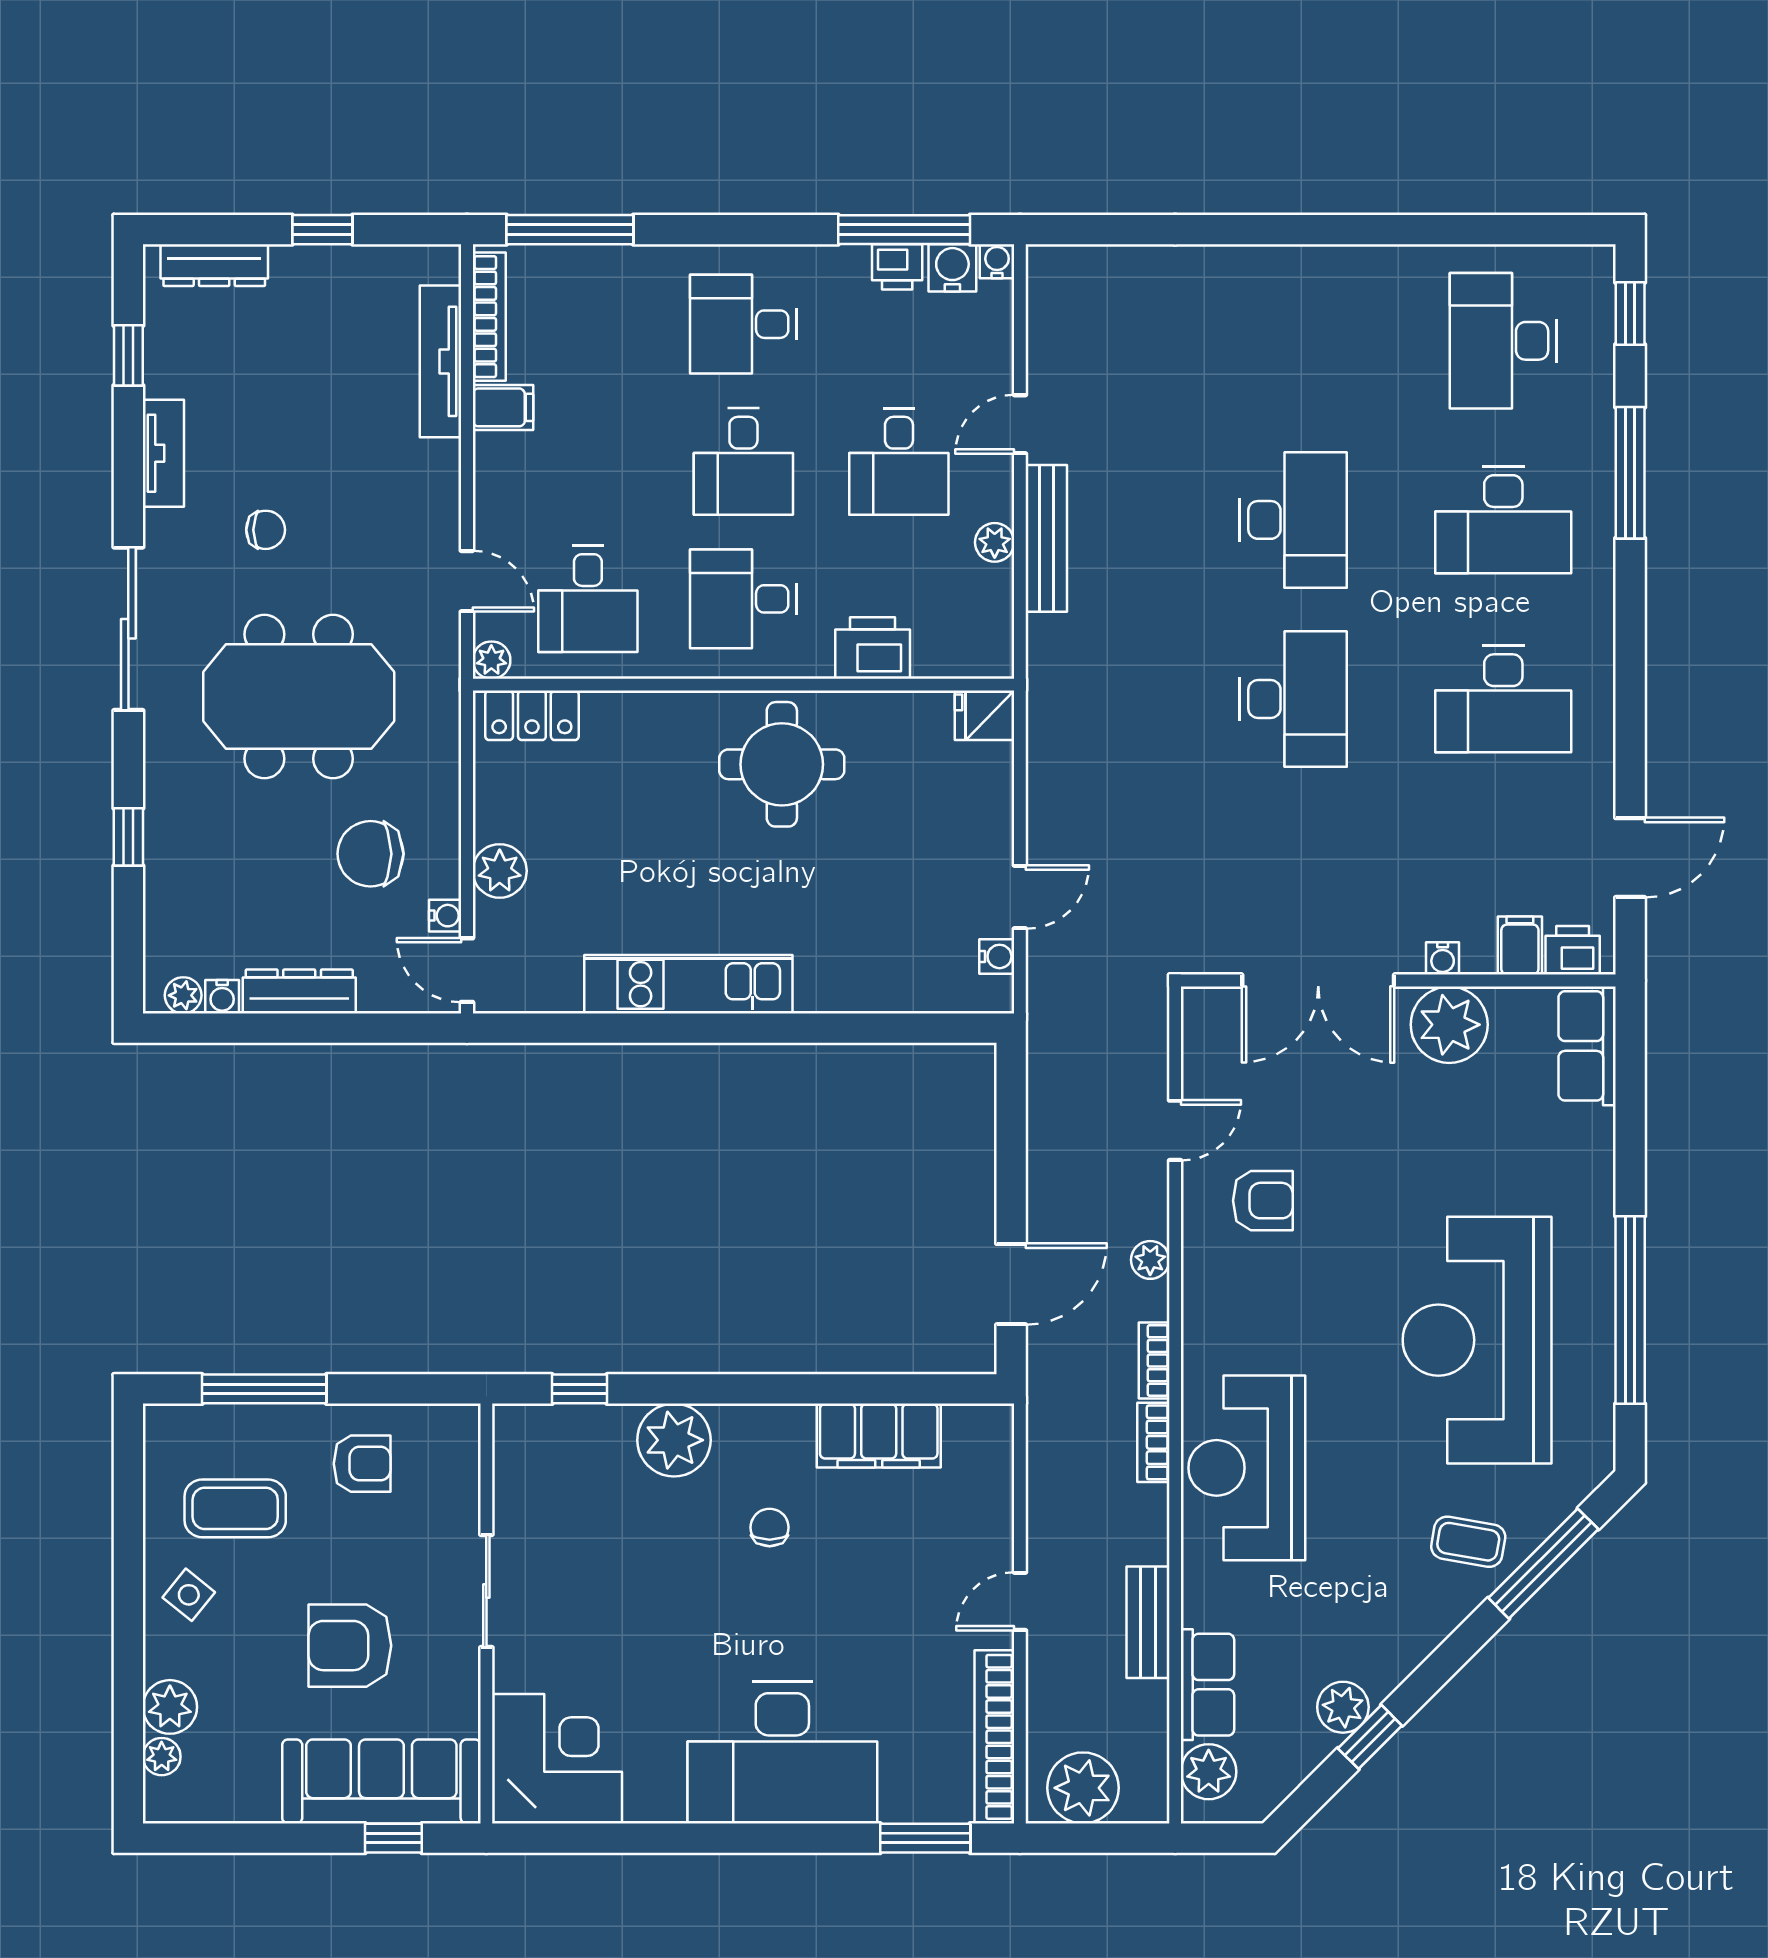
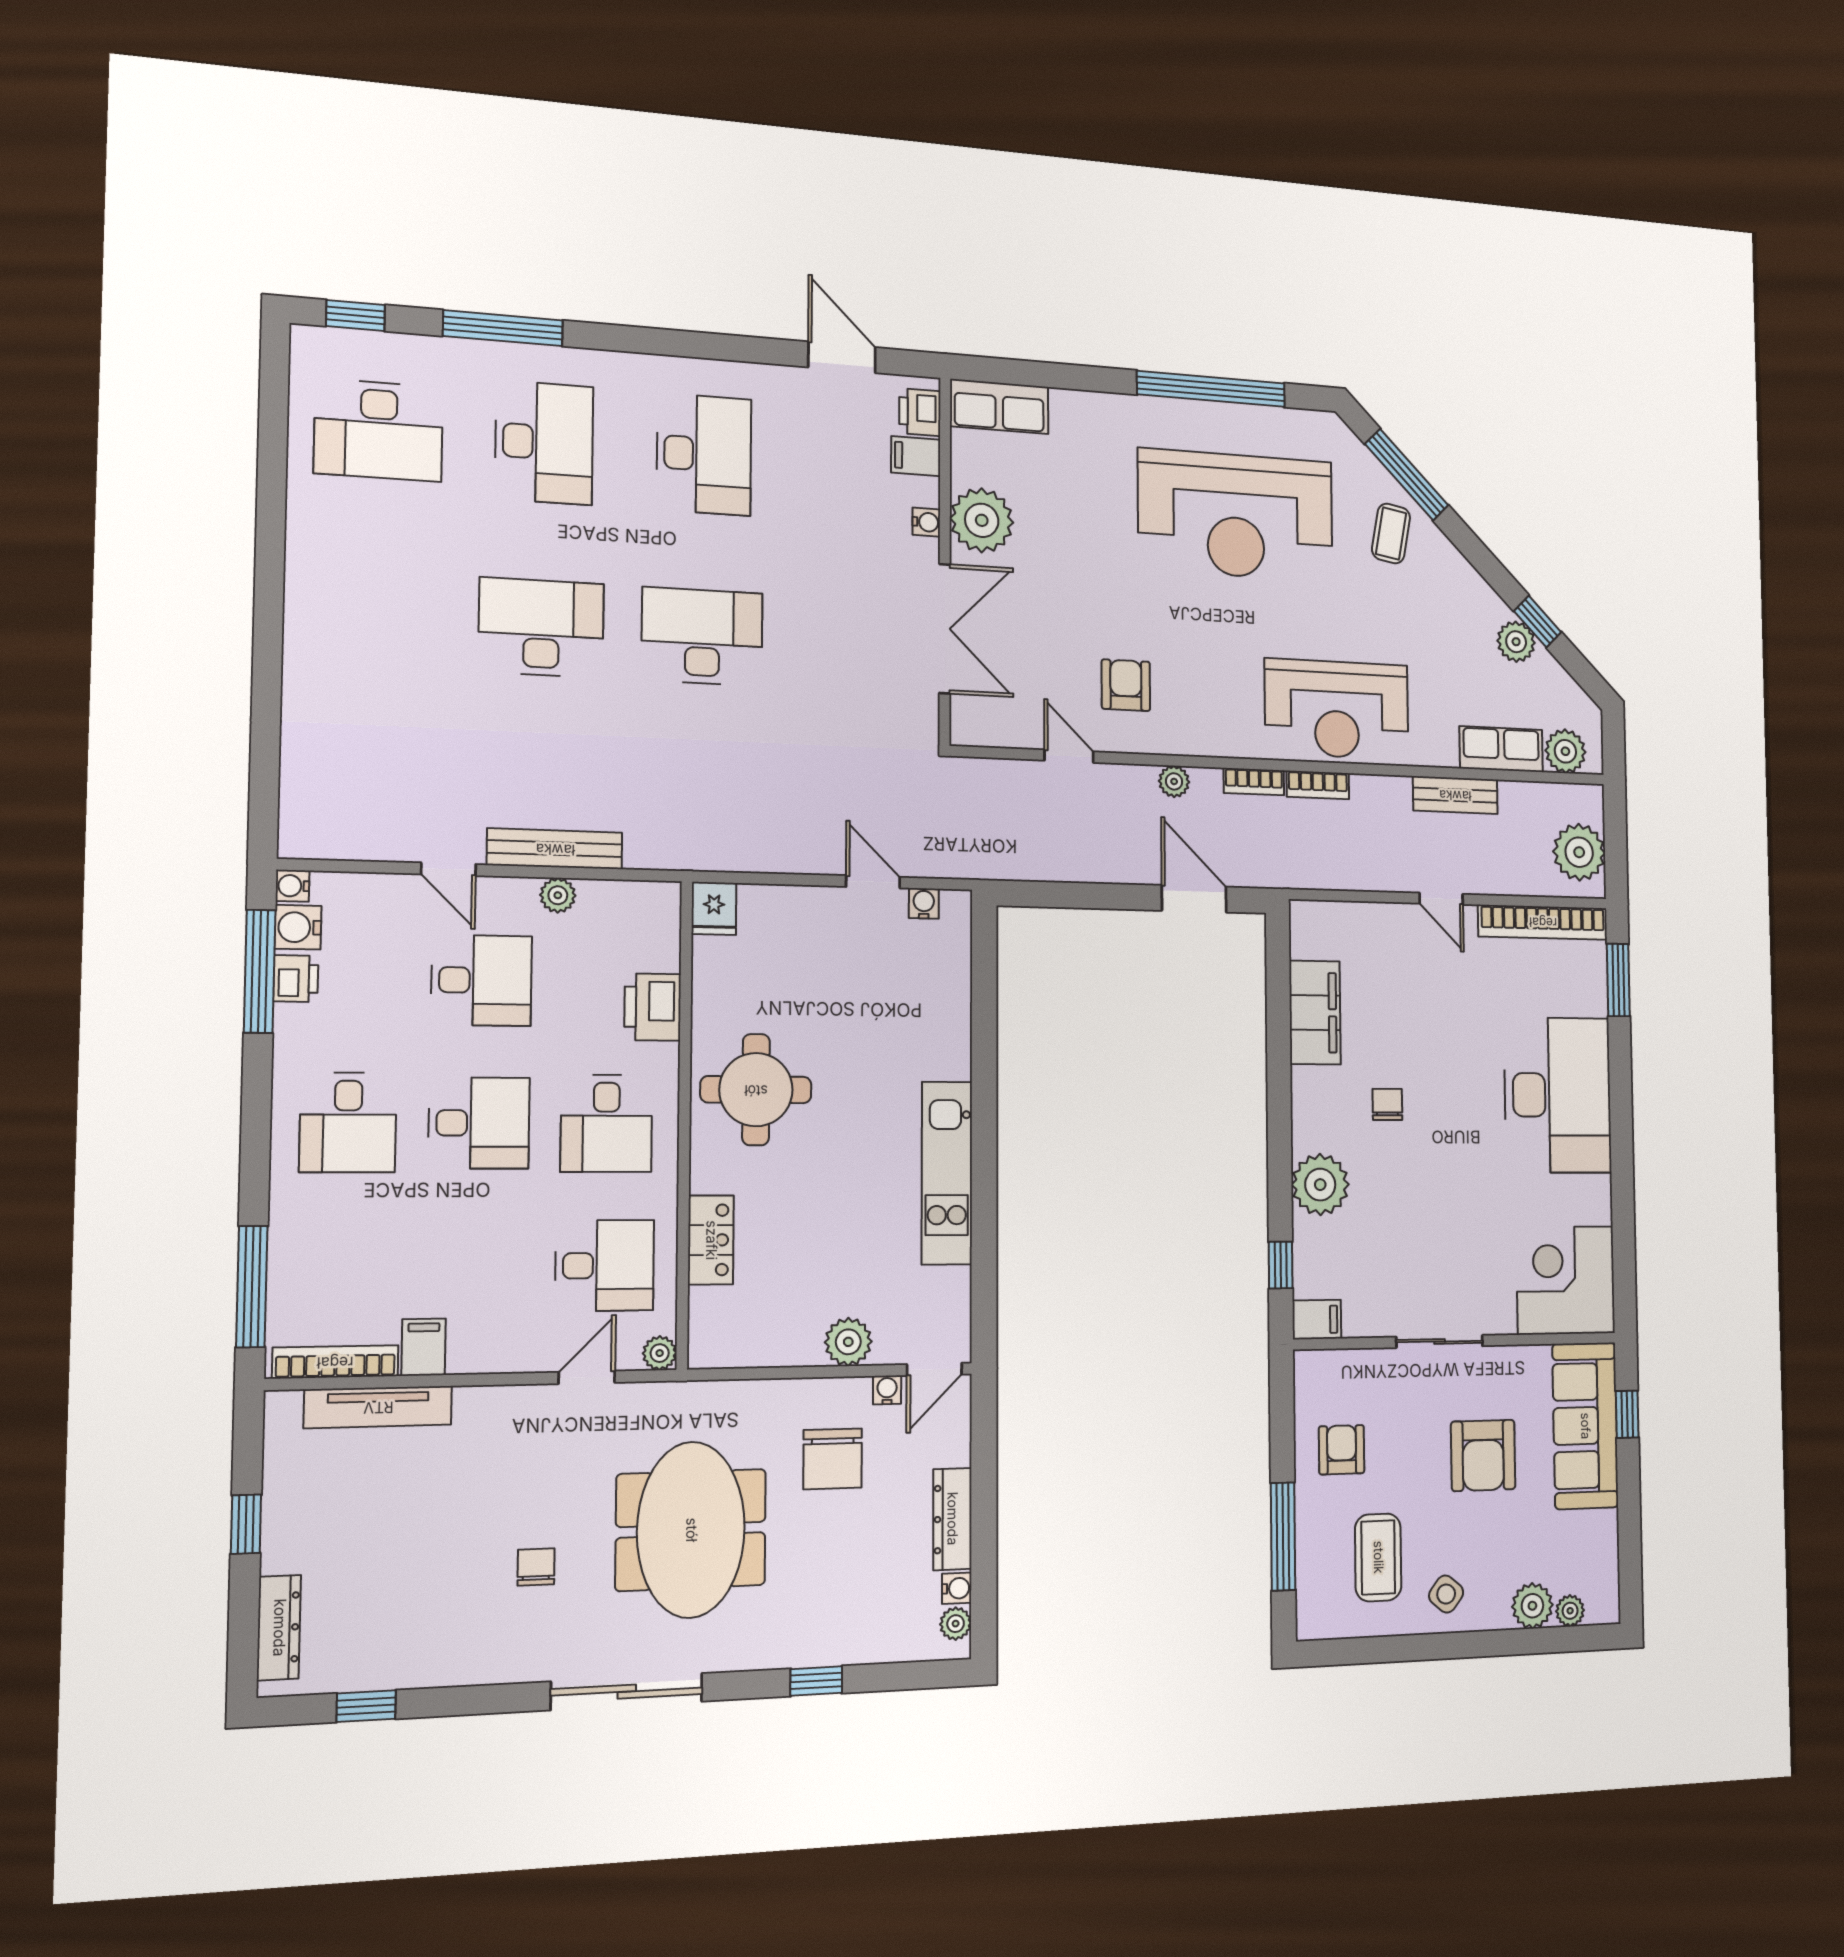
tv unit: (163, 453) -> (462, 1667), removed
locker: (532, 715) -> (711, 1240), moved
filing cabinet: (515, 1434) -> (1317, 1320), added
chair: (770, 1527) -> (1387, 1104), turned 90

